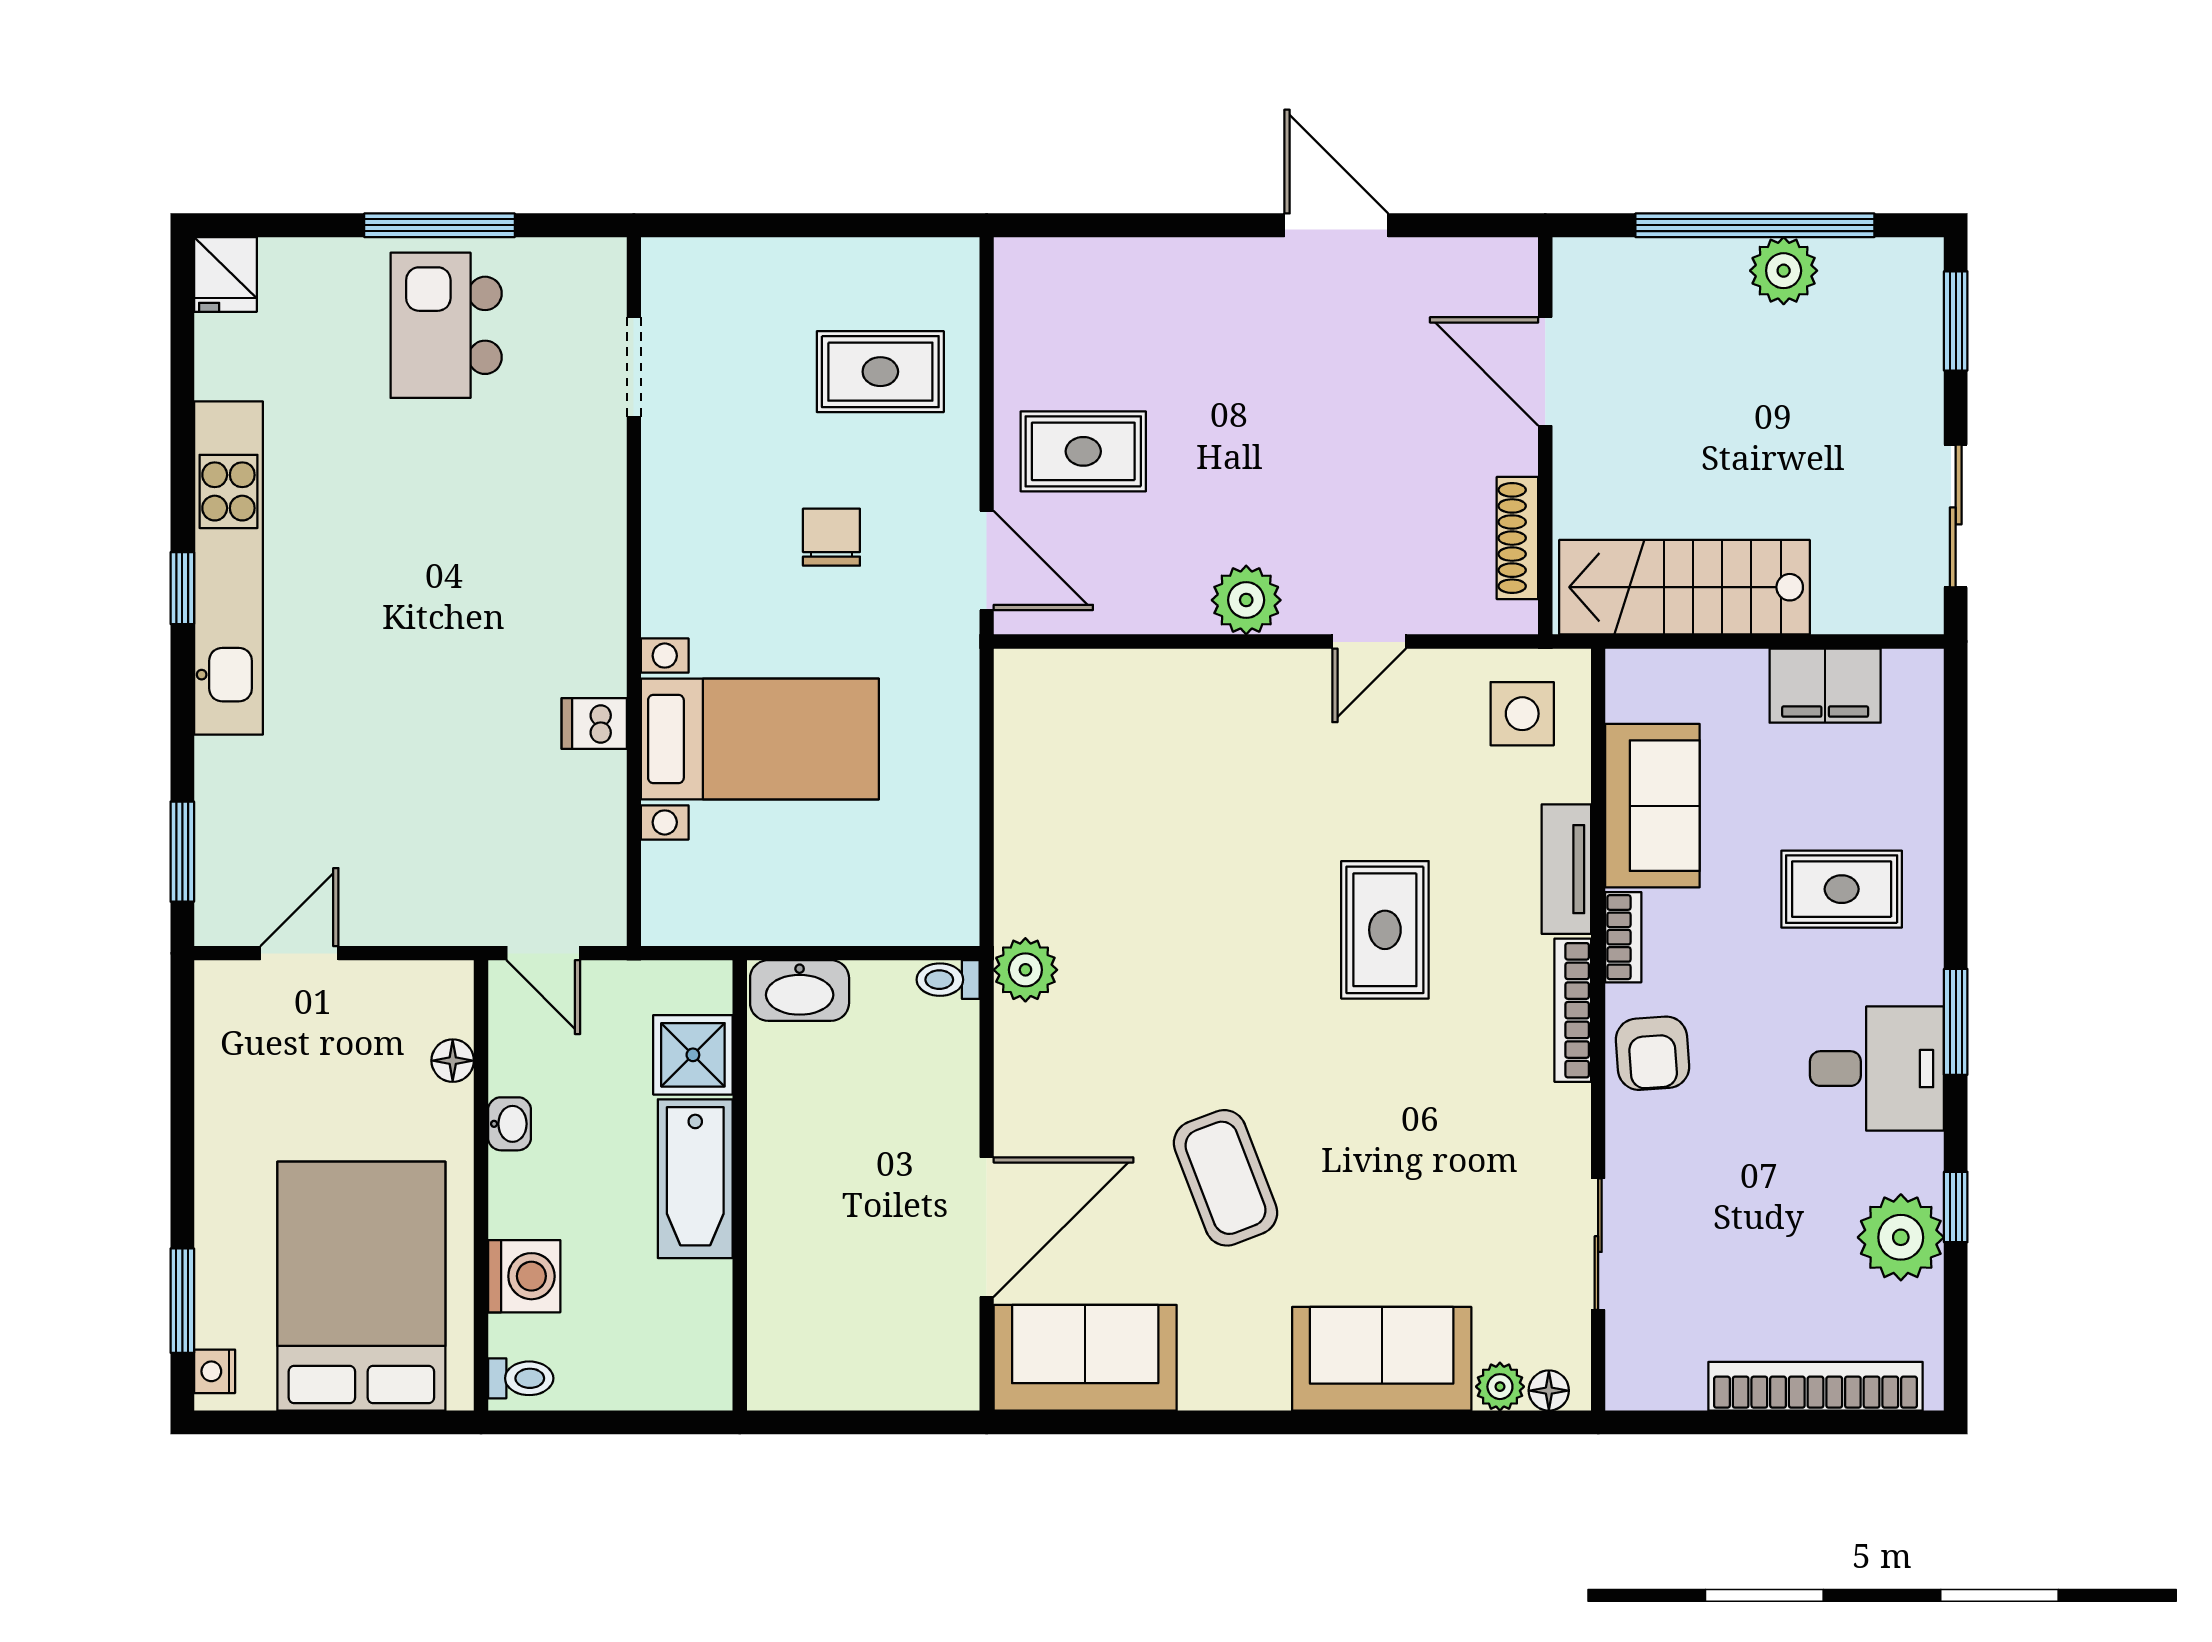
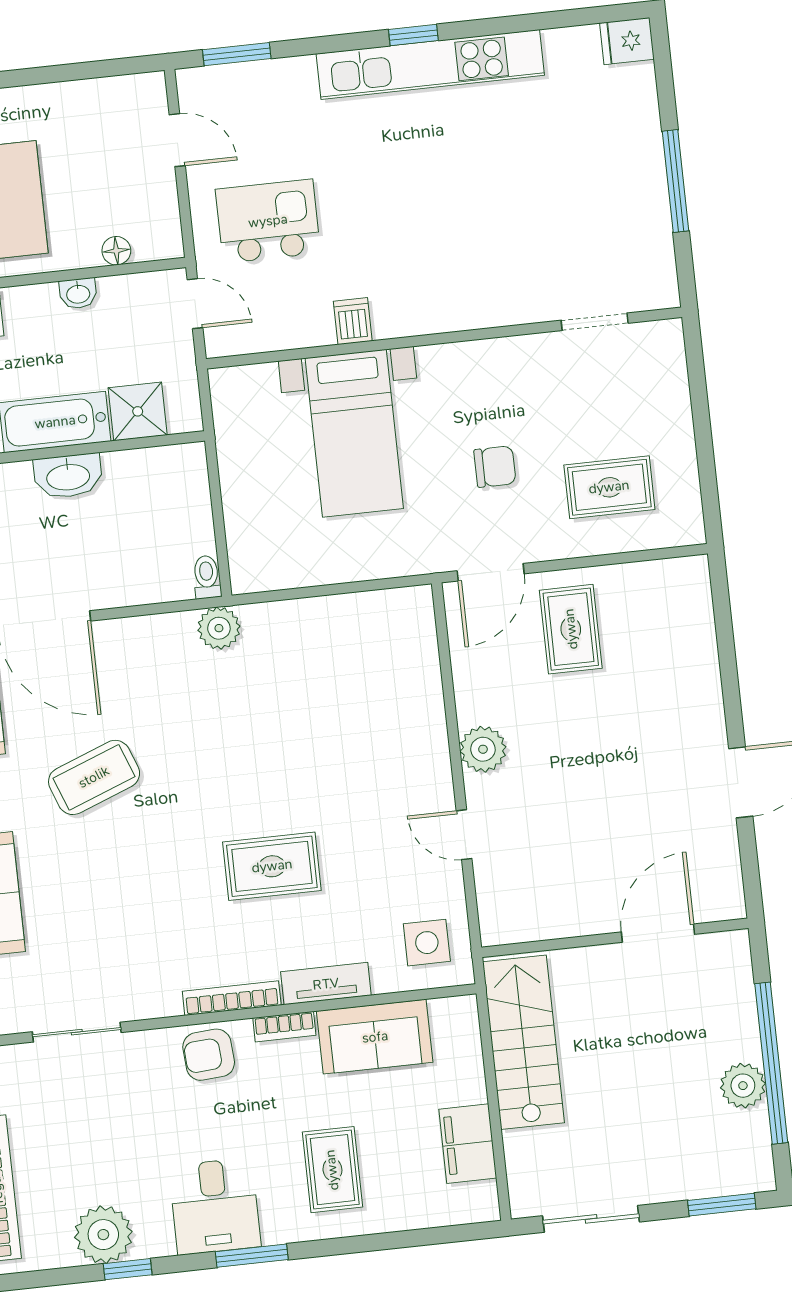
kitchen island: (446, 325) -> (268, 221), moved
rug: (880, 372) -> (609, 487), turned 90
shoe rack: (1517, 538) -> (544, 927), removed
door: (543, 953) -> (195, 304), swing flipped
washbasin: (800, 991) -> (68, 476), moved, turned -90

